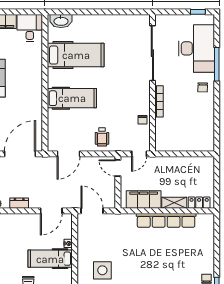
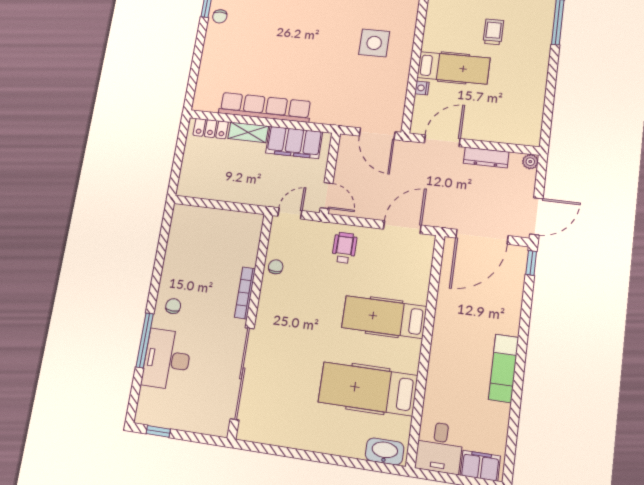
desk: (196, 48) -> (167, 359), width x0.73, depth x0.77
dresser: (19, 203) -> (486, 158), width x1.44

